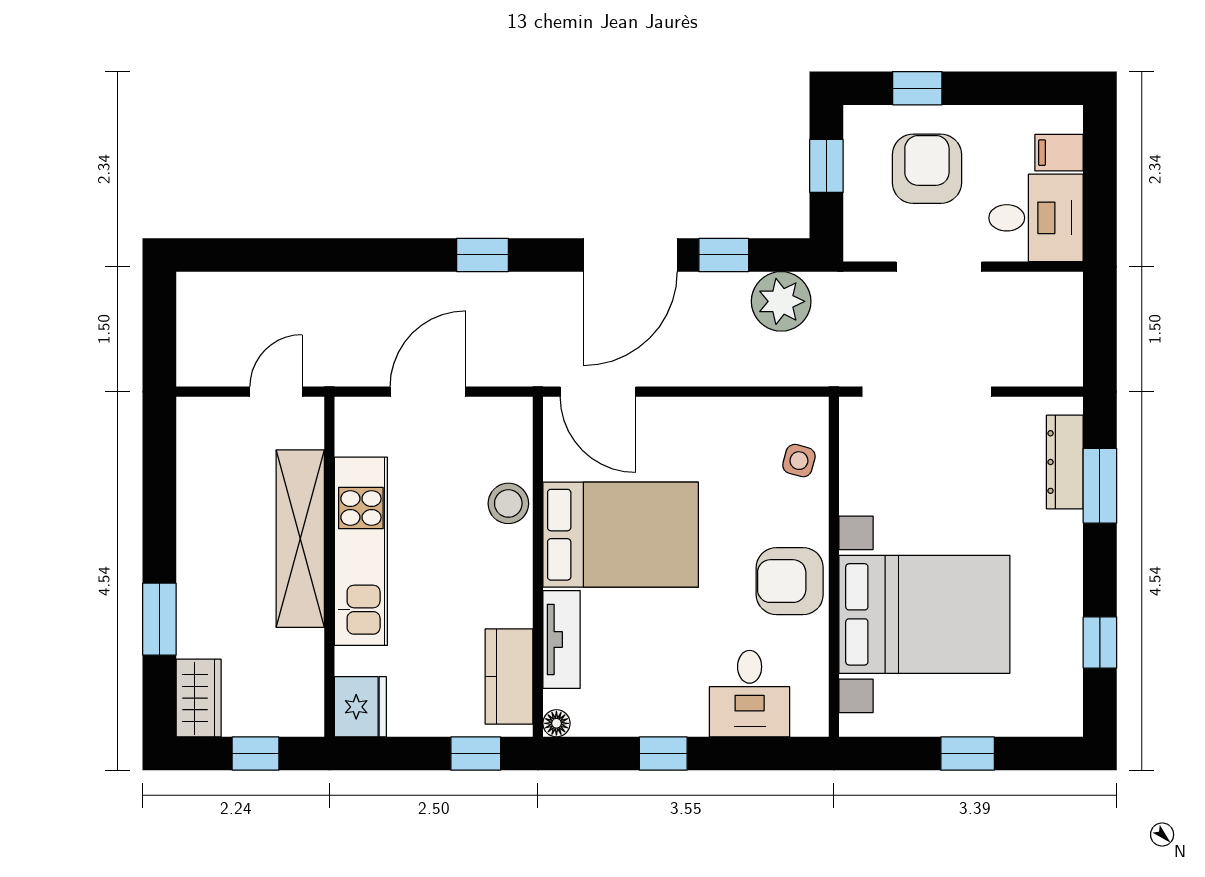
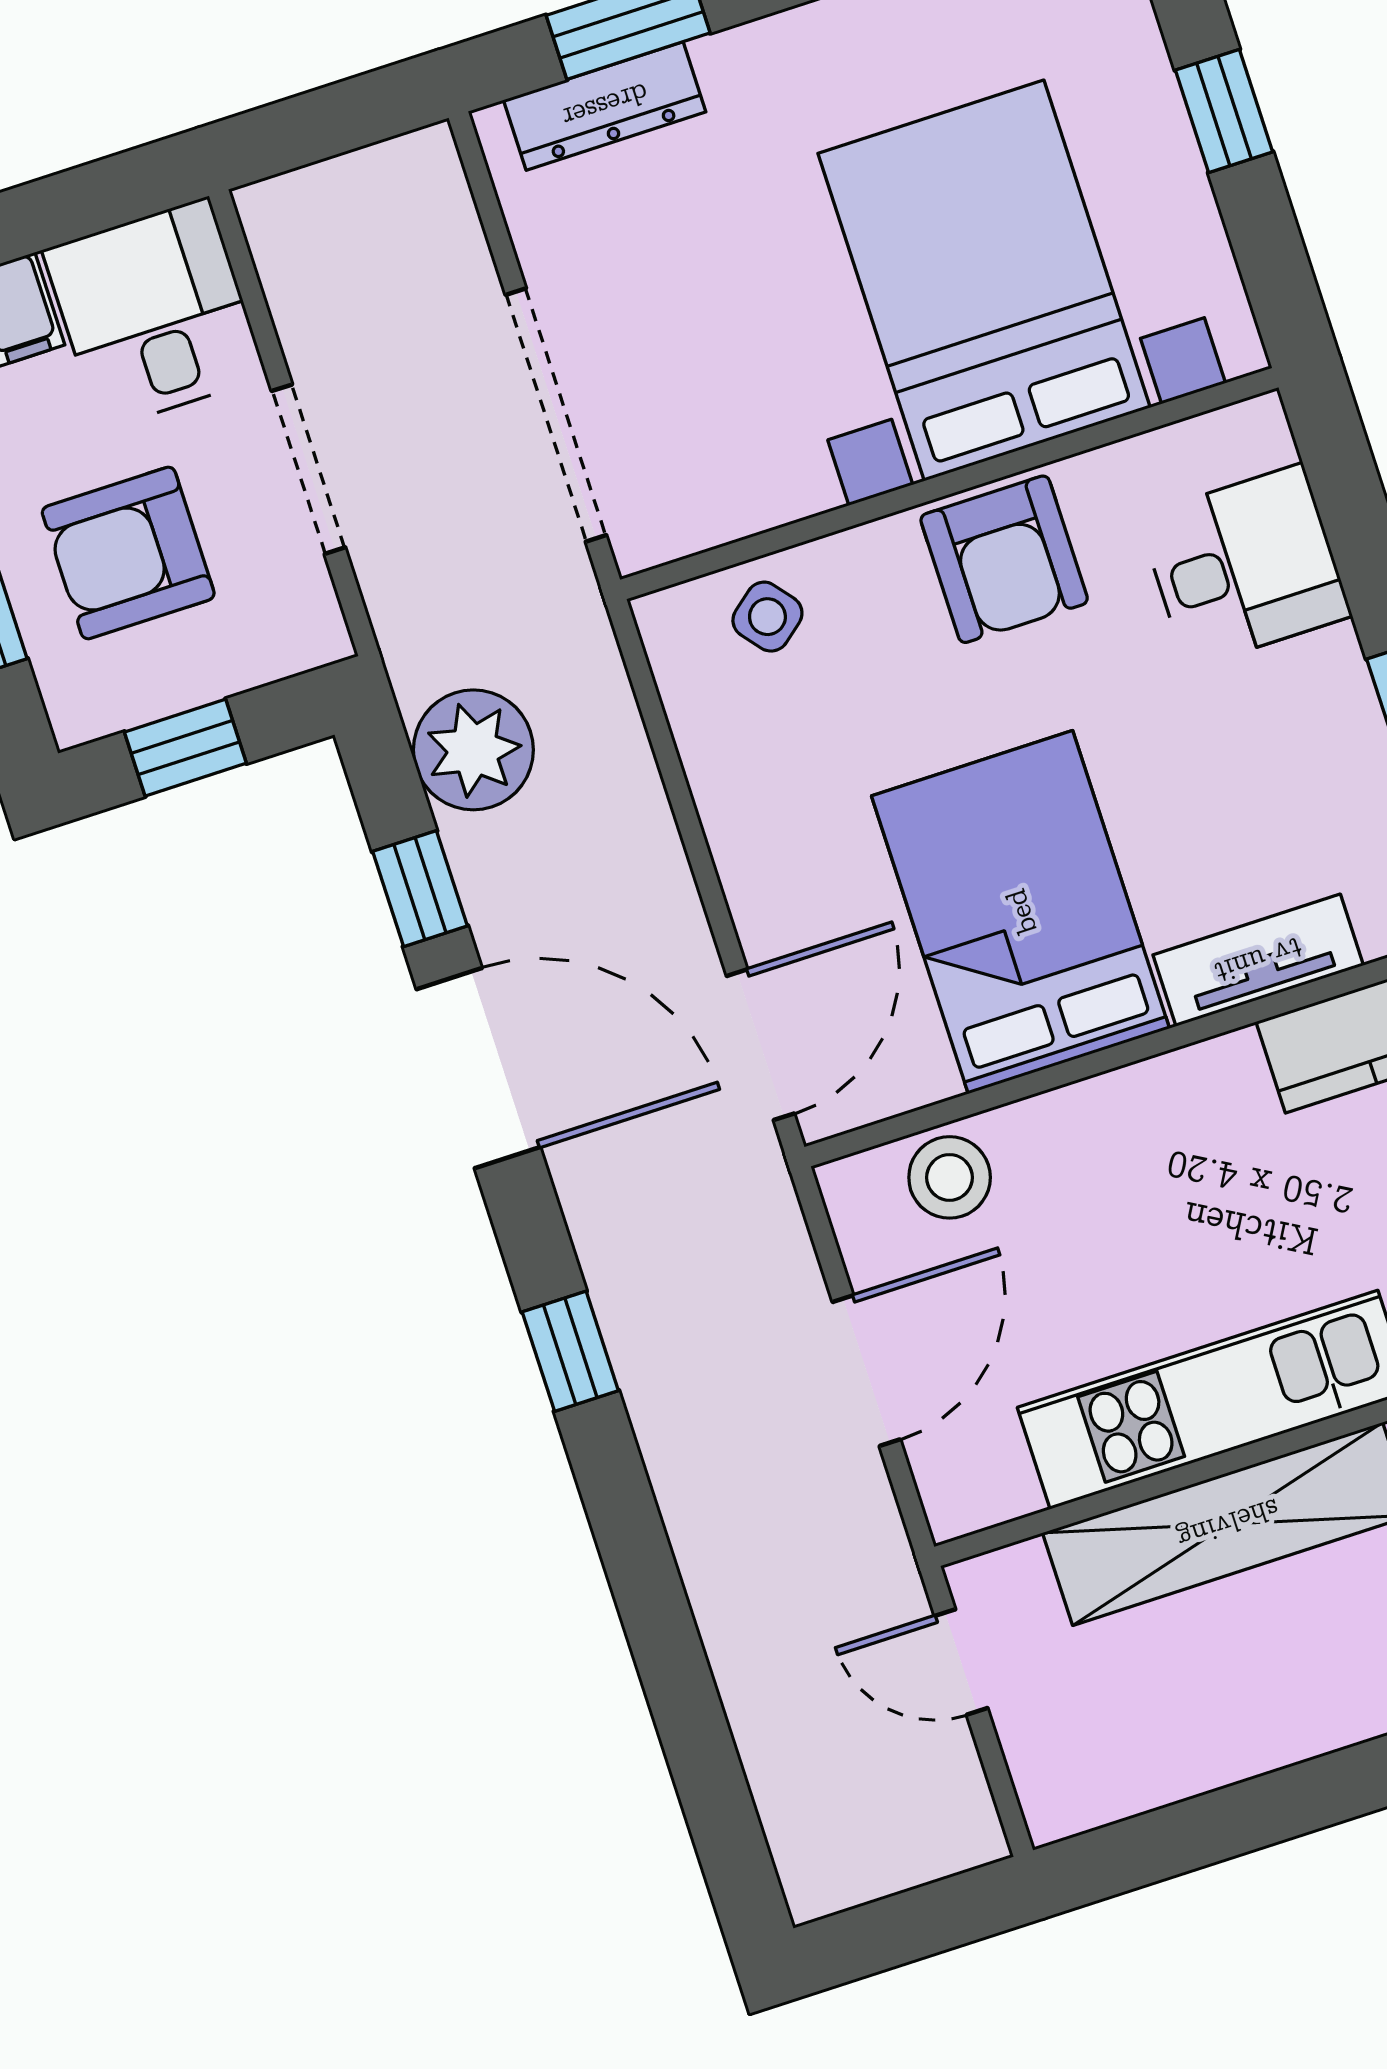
door: (428, 392) -> (866, 1371), swing flipped
side table: (799, 461) -> (767, 617), turned 36
stool: (508, 503) -> (950, 1177), moved

